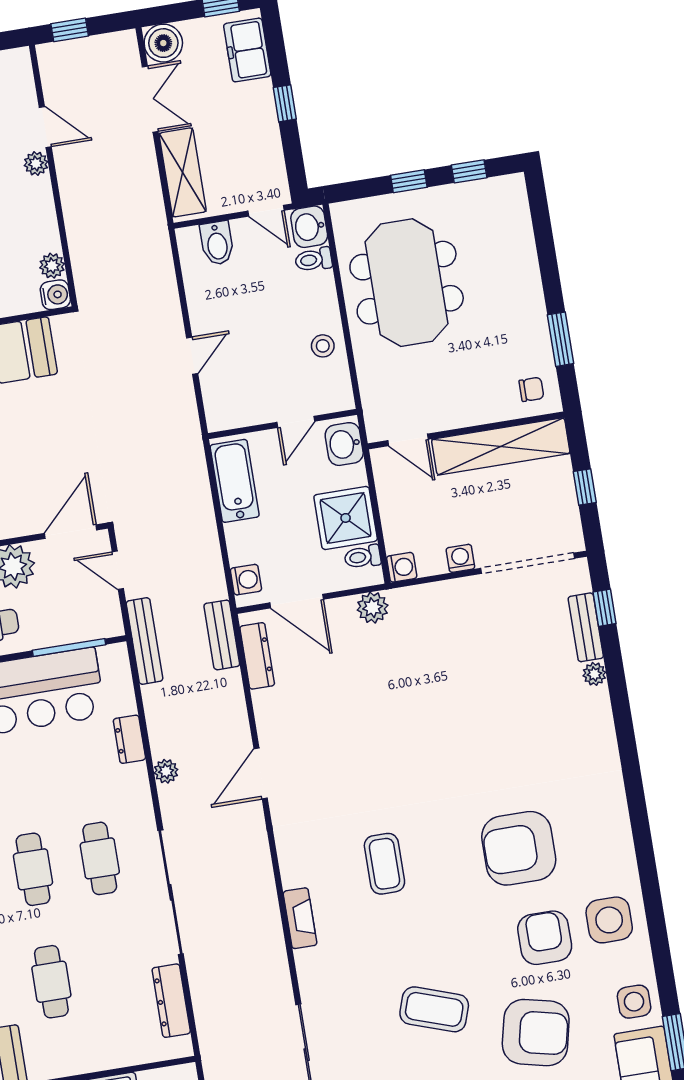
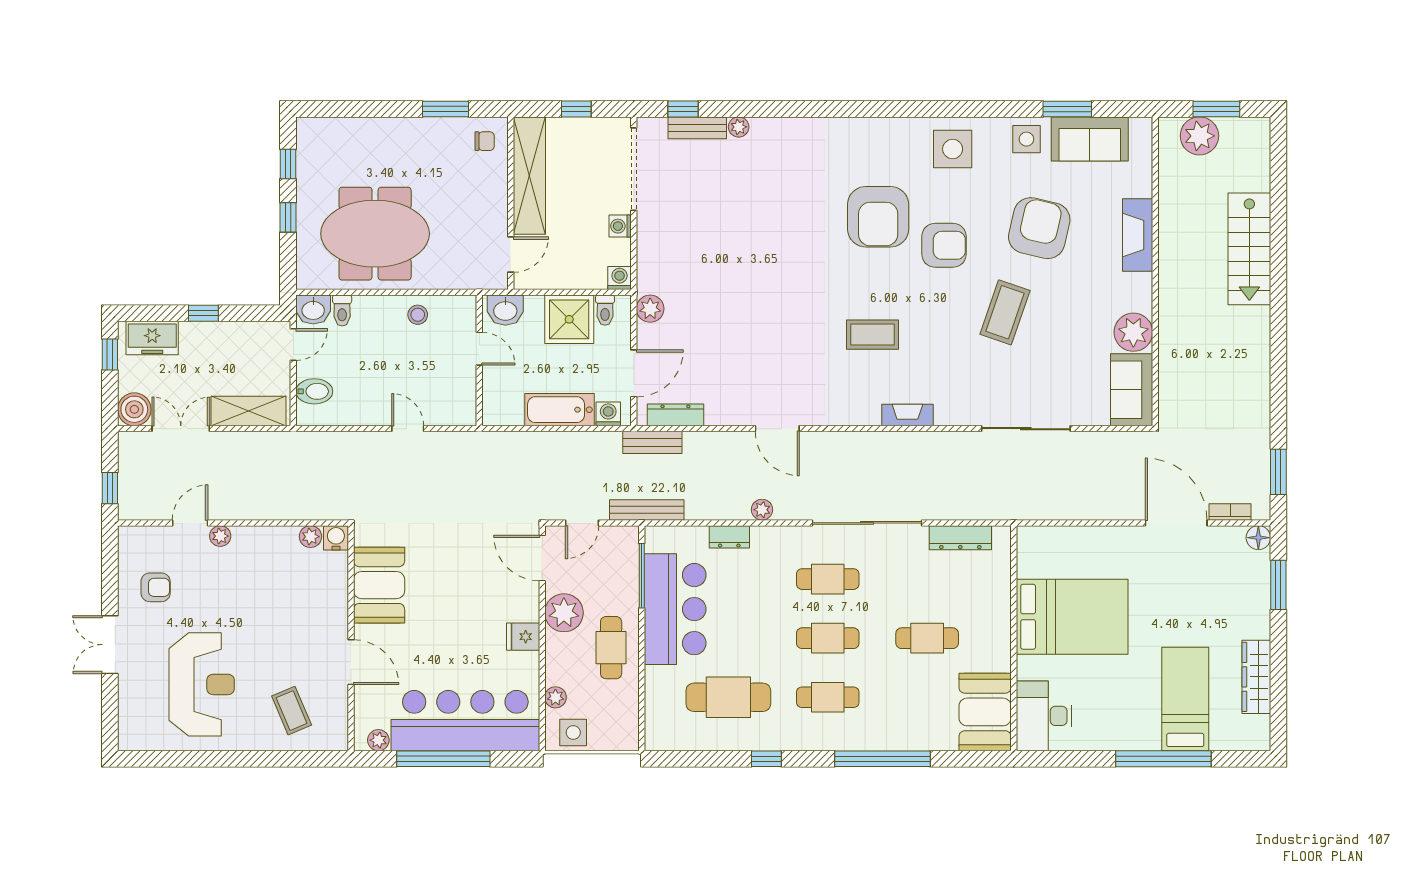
chair: (531, 389) -> (485, 141), turned 90
bathtub: (235, 481) -> (559, 410), moved
armchair: (545, 938) -> (944, 245), moved, turned 180

